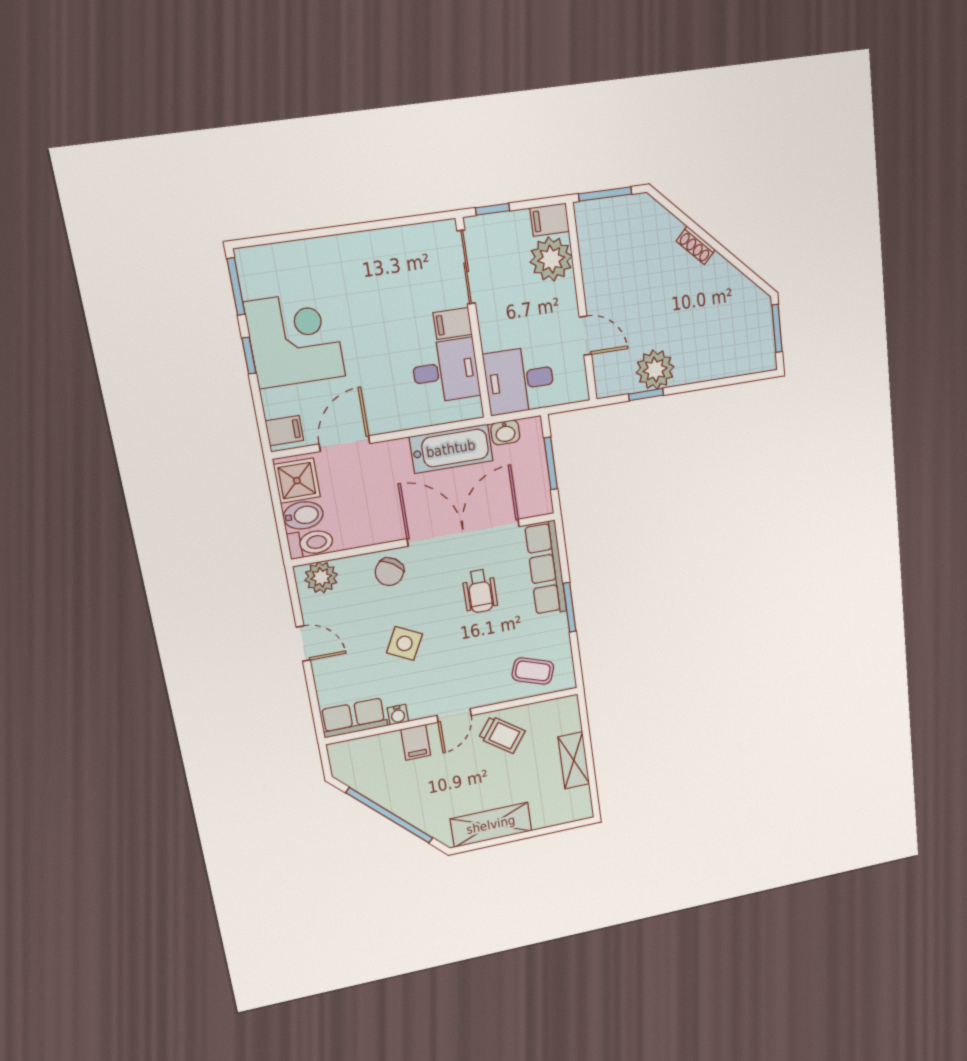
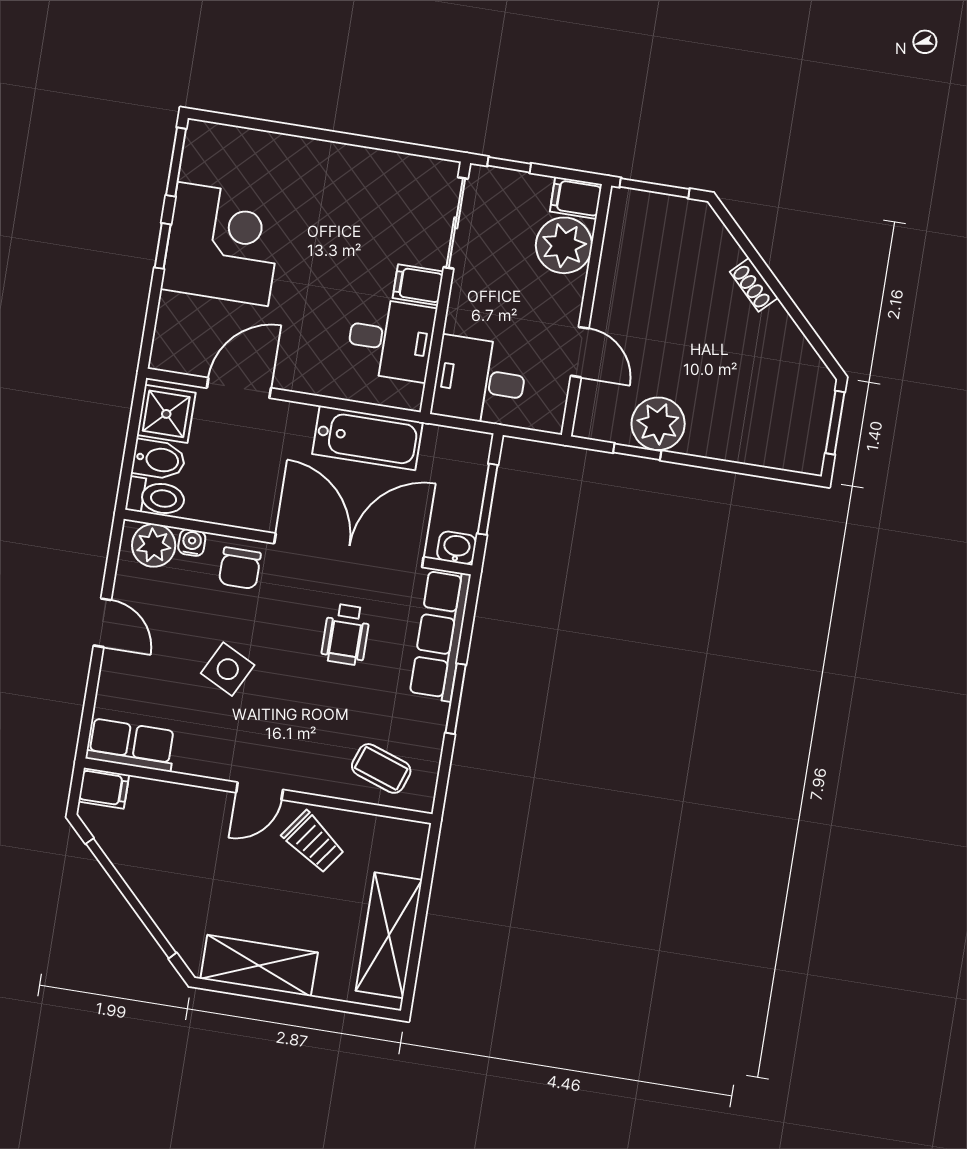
filing cabinet: (284, 431) -> (173, 348), removed
washbasin: (505, 432) -> (457, 548), moved, turned 180
chair: (389, 572) -> (240, 568), turned -34
water cooler: (398, 715) -> (192, 543), moved, turned 180
filing cabinet: (416, 742) -> (104, 788), moved, turned -90
shelving: (574, 760) -> (389, 935), width x1.50, depth x1.33

